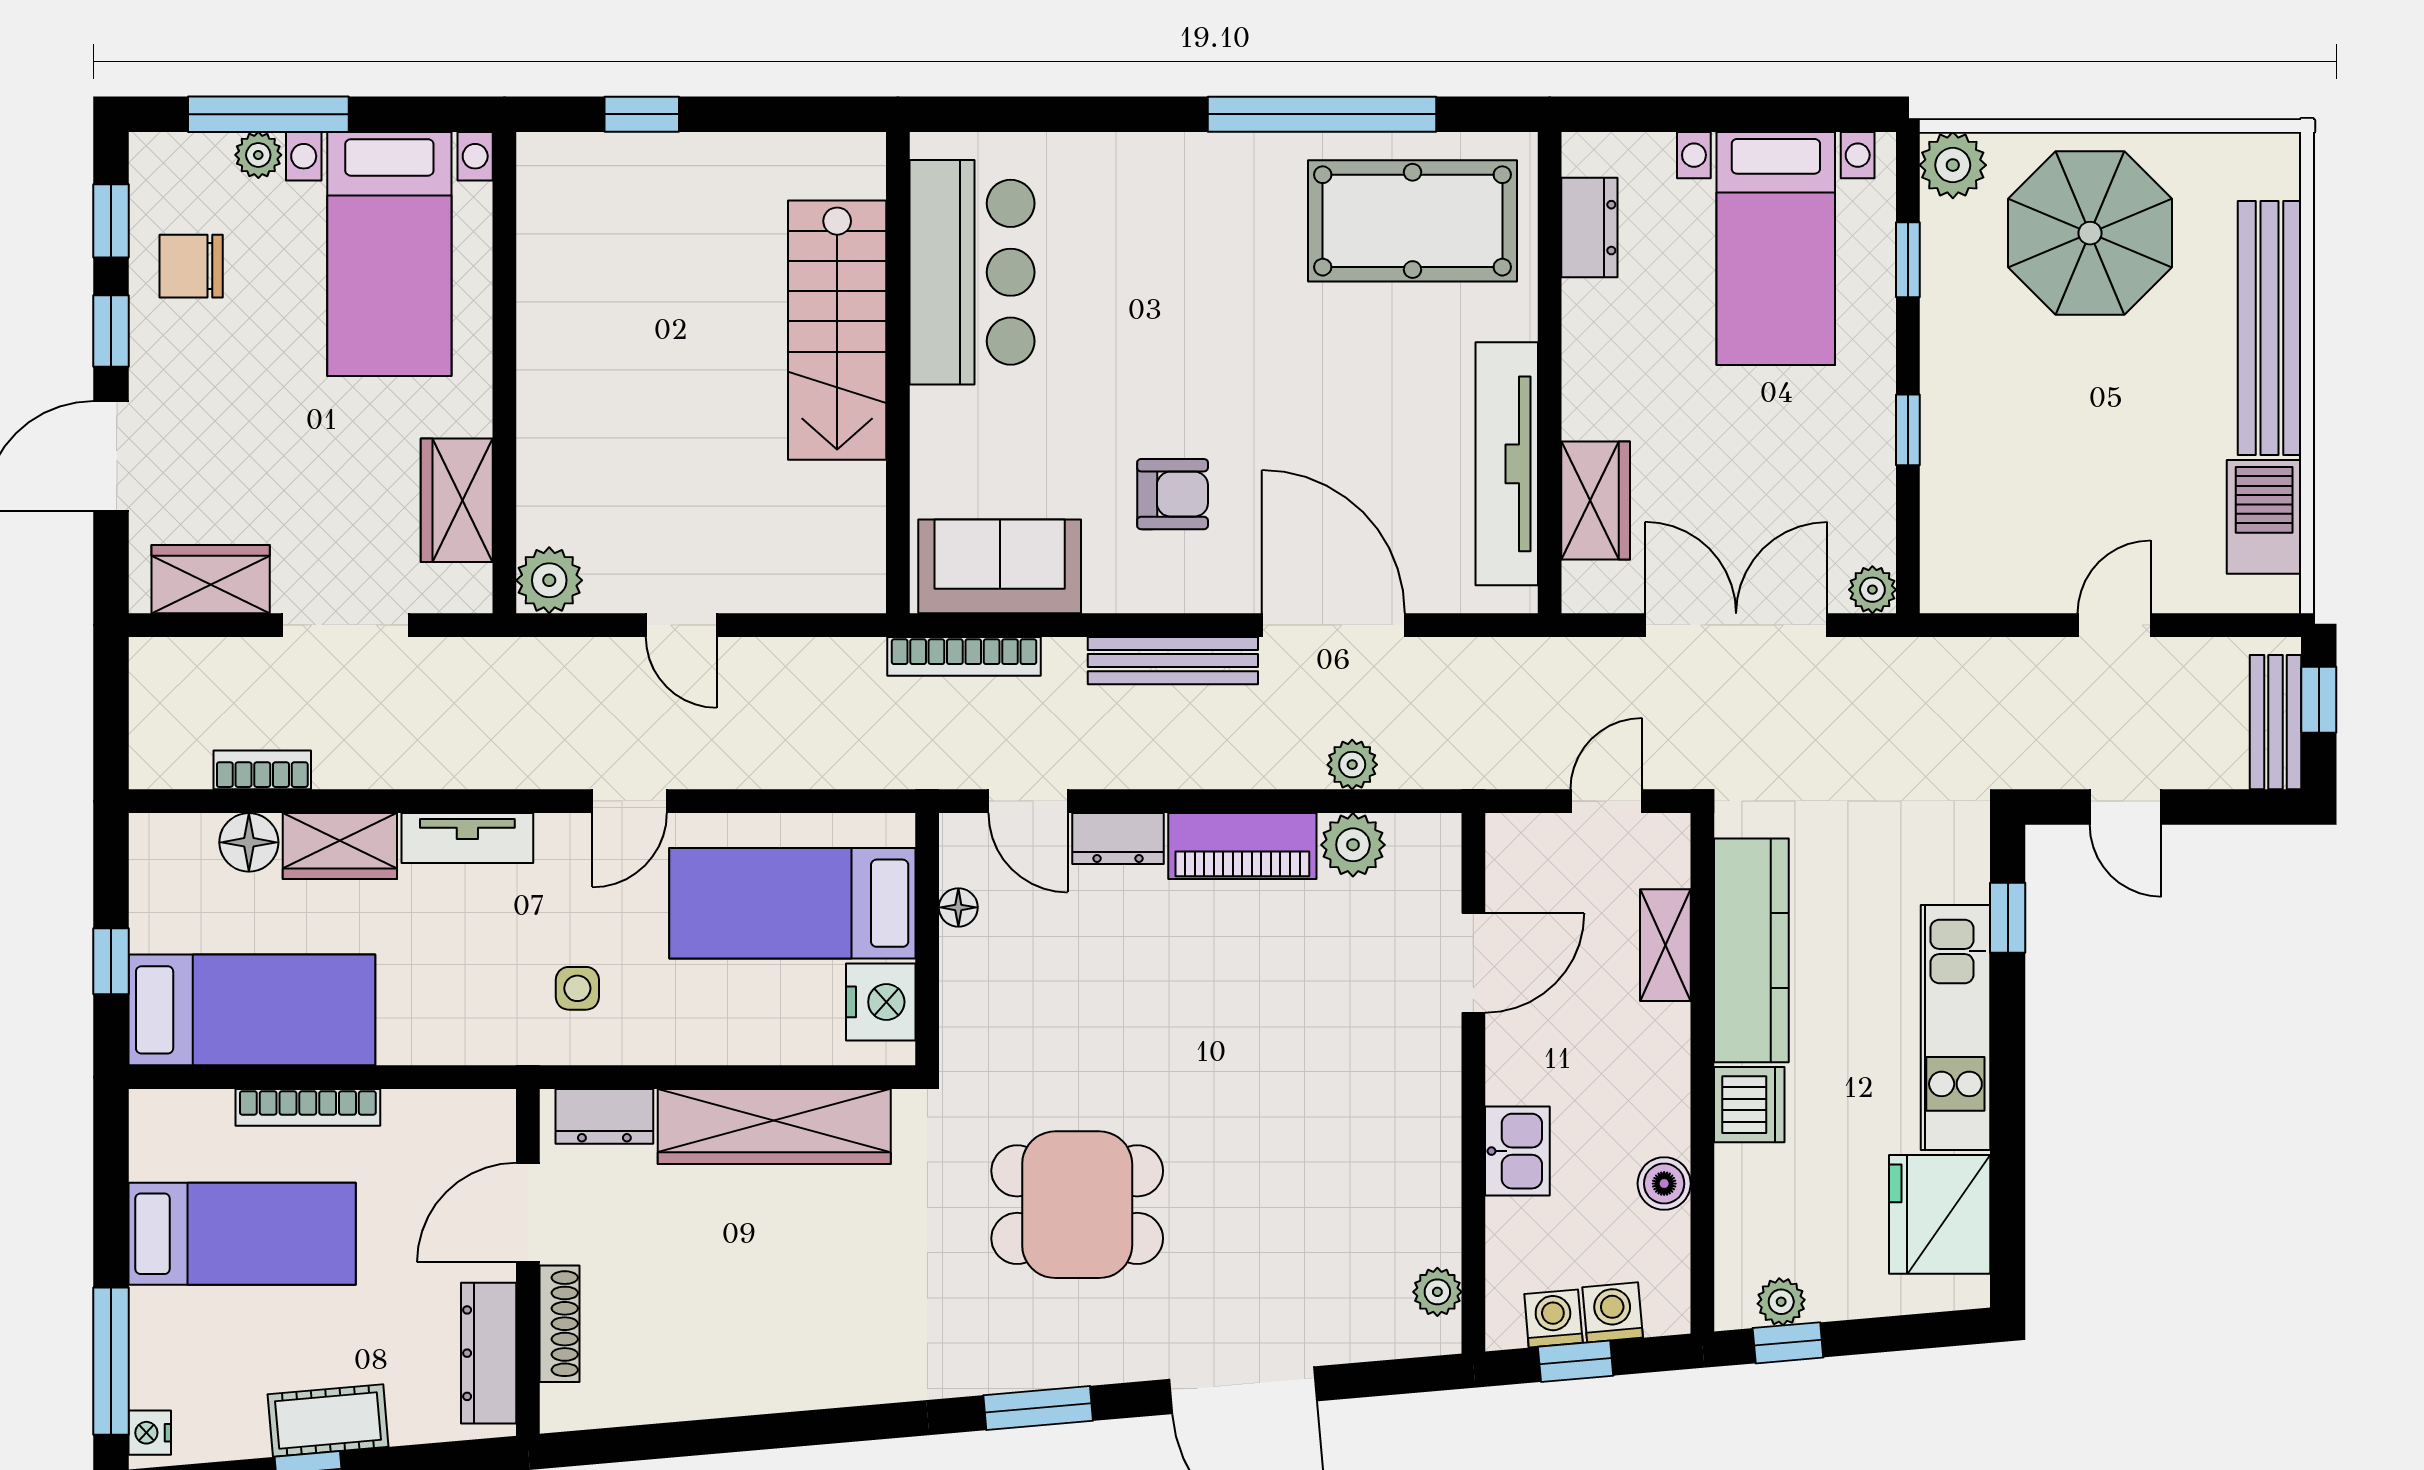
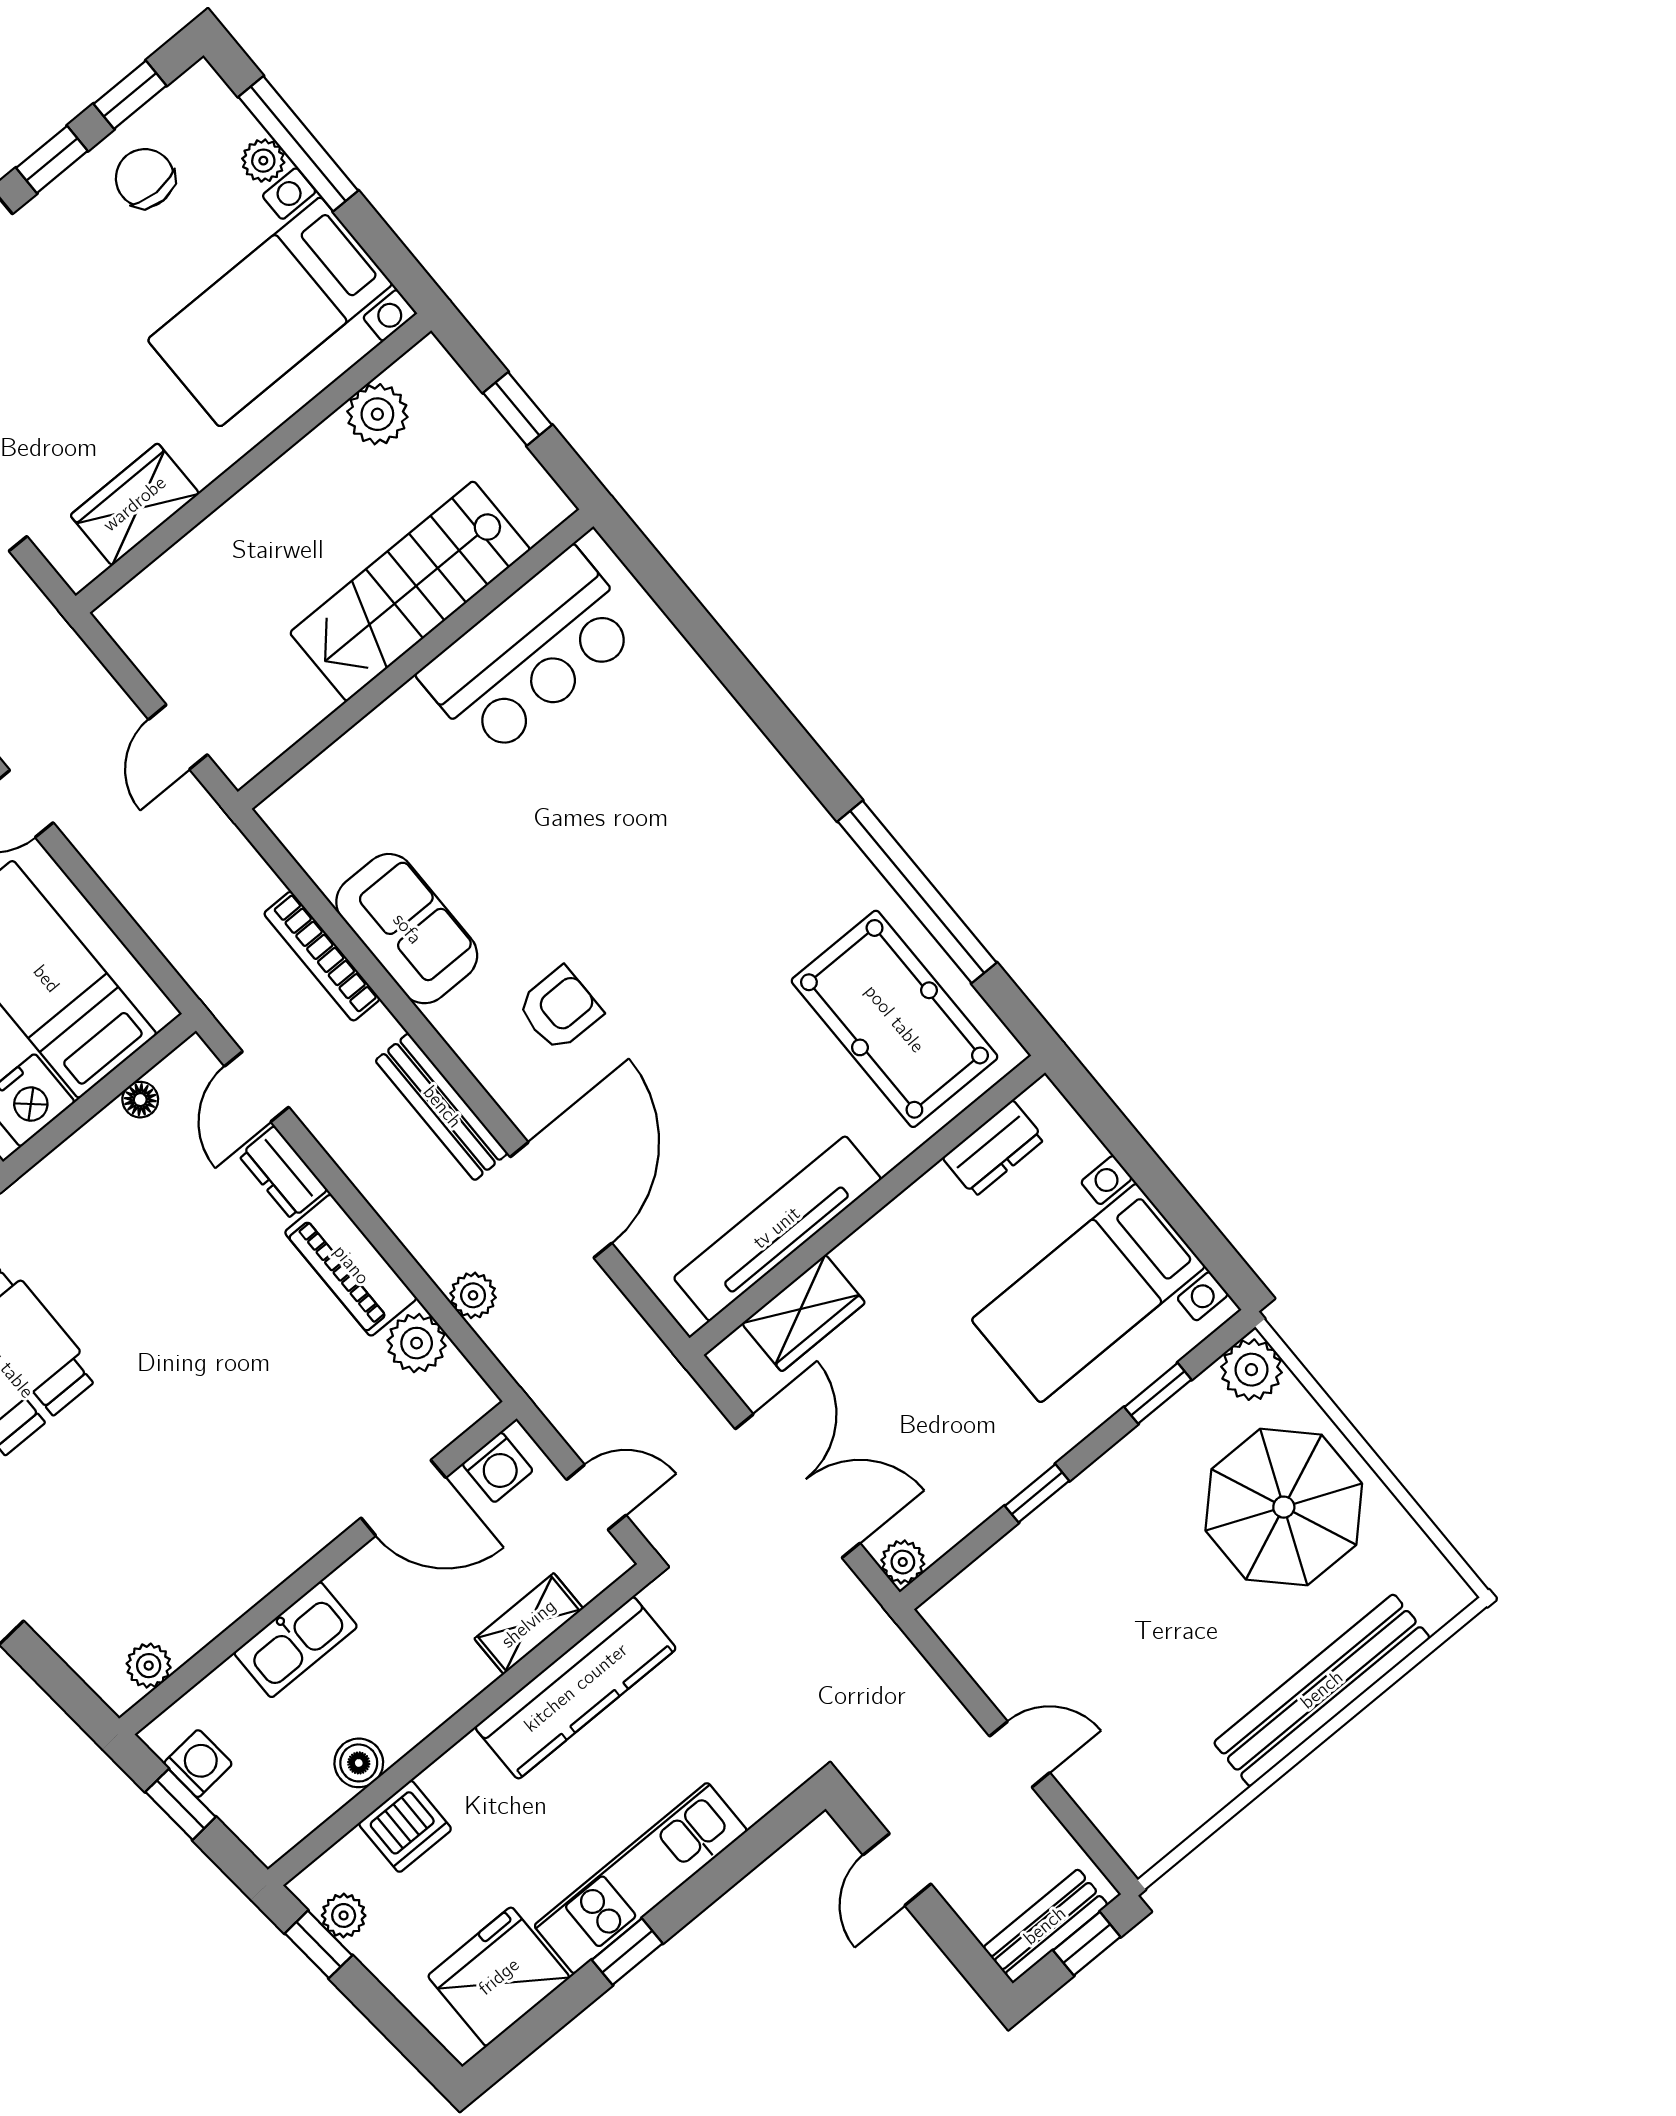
bar counter: (972, 272) -> (530, 653), moved
stairs: (837, 330) -> (410, 591), moved
wall: (898, 373) -> (416, 659), moved
armchair: (1173, 494) -> (560, 1009), turned -90
barbecue: (2264, 517) -> (1184, 1797), removed
plant: (549, 580) -> (377, 414), moved
window: (2008, 918) -> (627, 1952), moved
dishwasher: (1749, 1105) -> (405, 1826), moved
kitchen sink: (1517, 1151) -> (296, 1640), width x1.38
washing machine: (1613, 1312) -> (498, 1467), moved, turned 95

